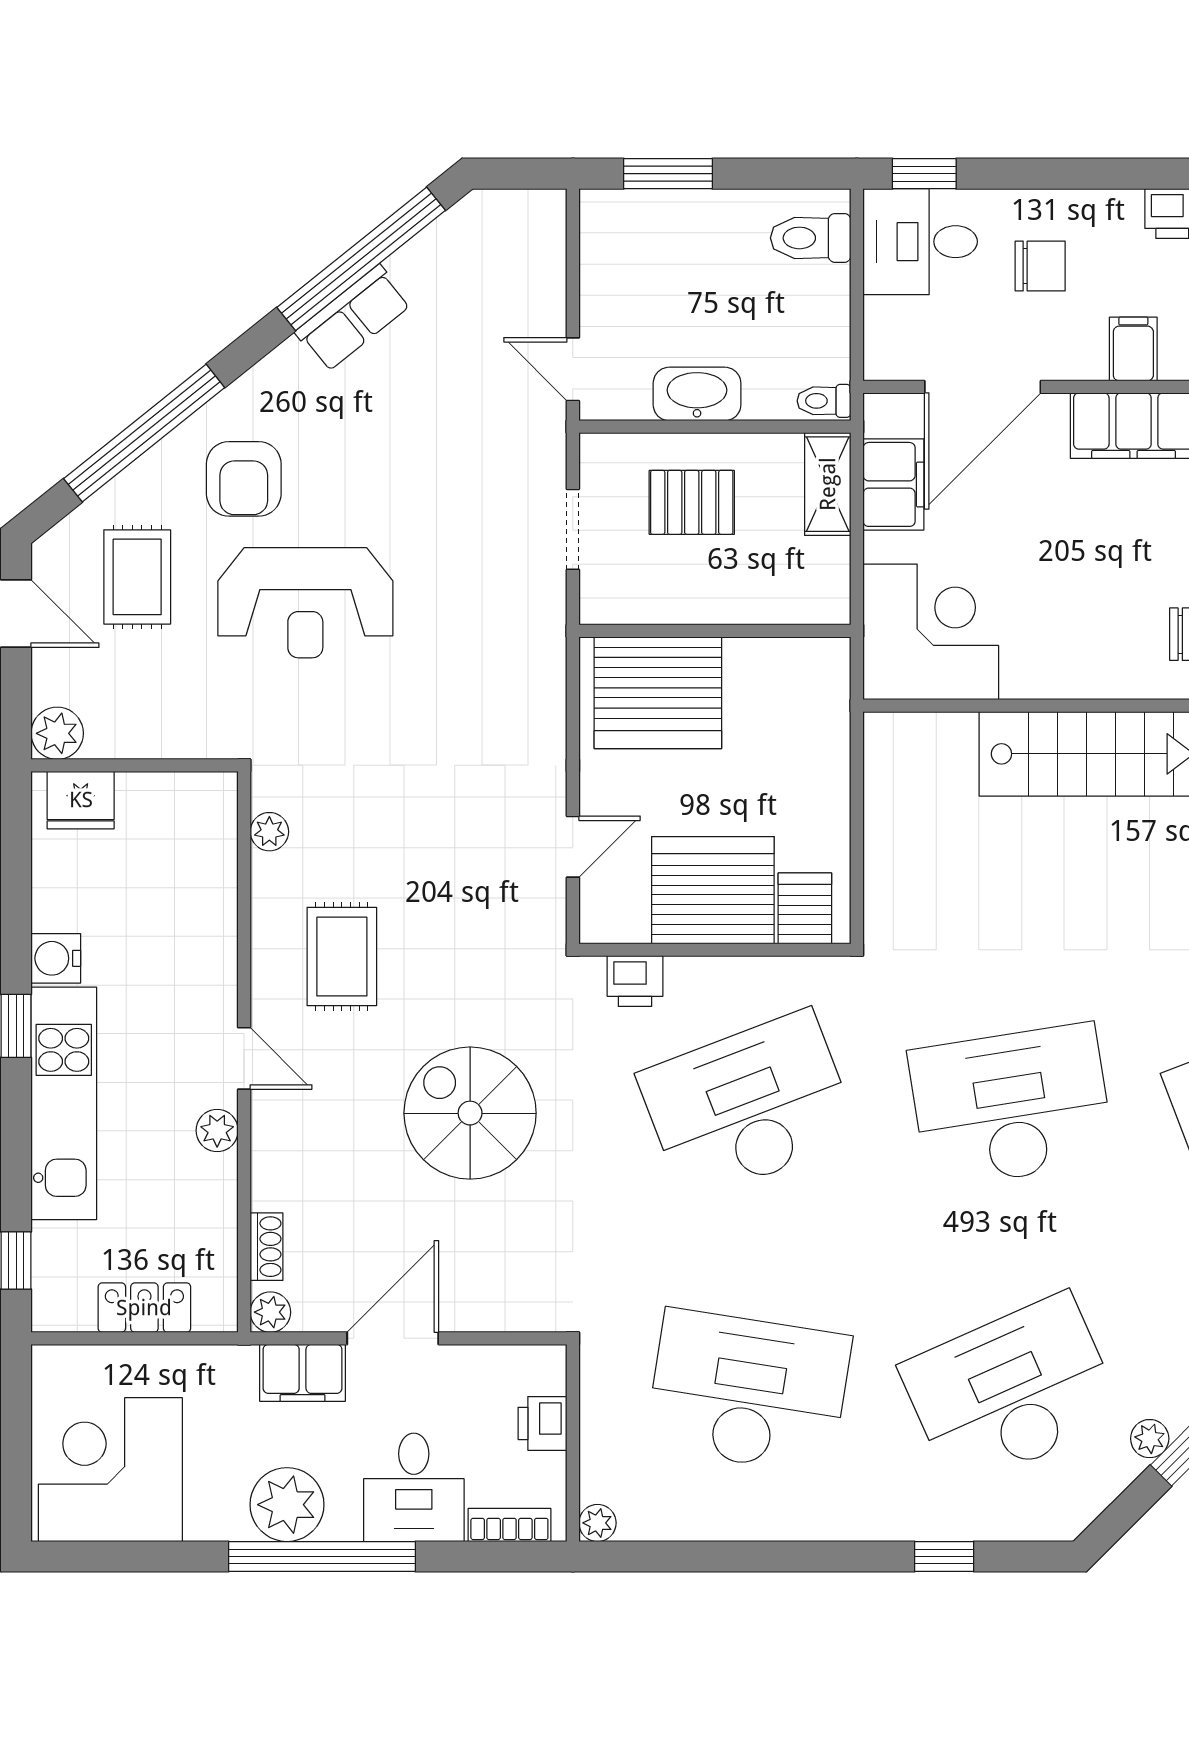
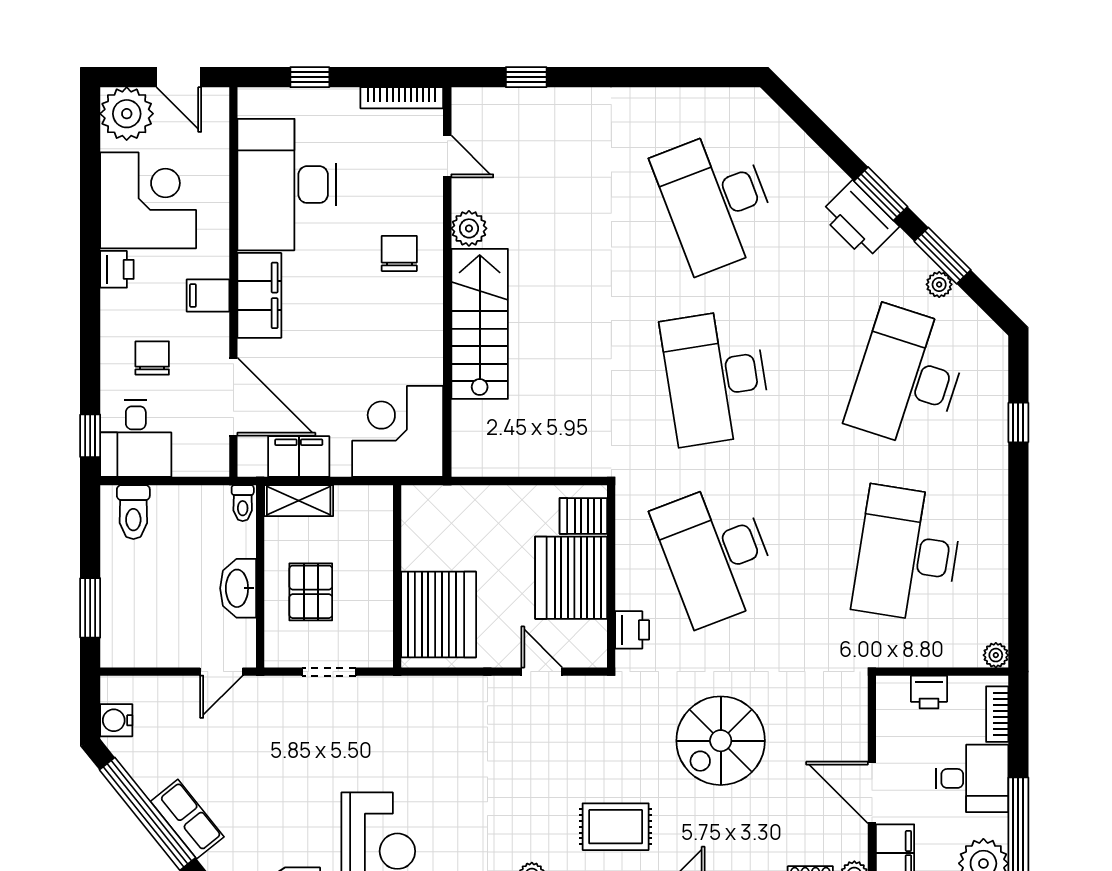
water cooler: (500, 213) -> (116, 720), added
desk: (1011, 1391) -> (907, 377), turned 42

